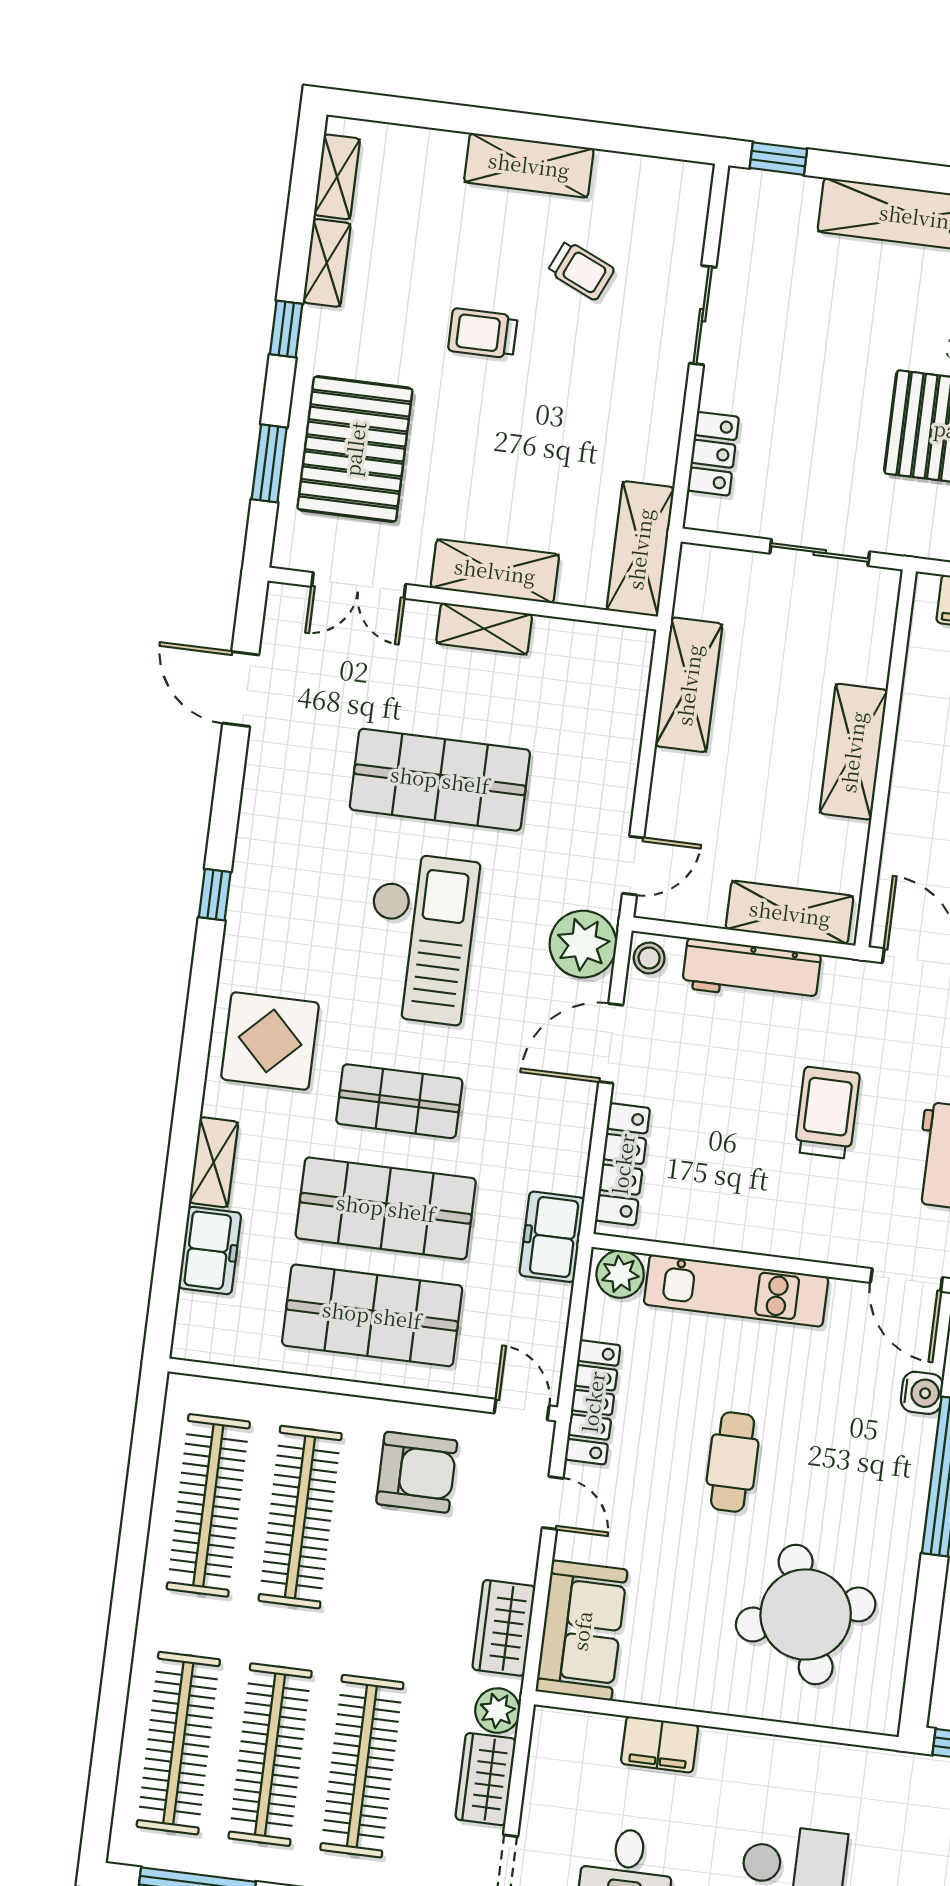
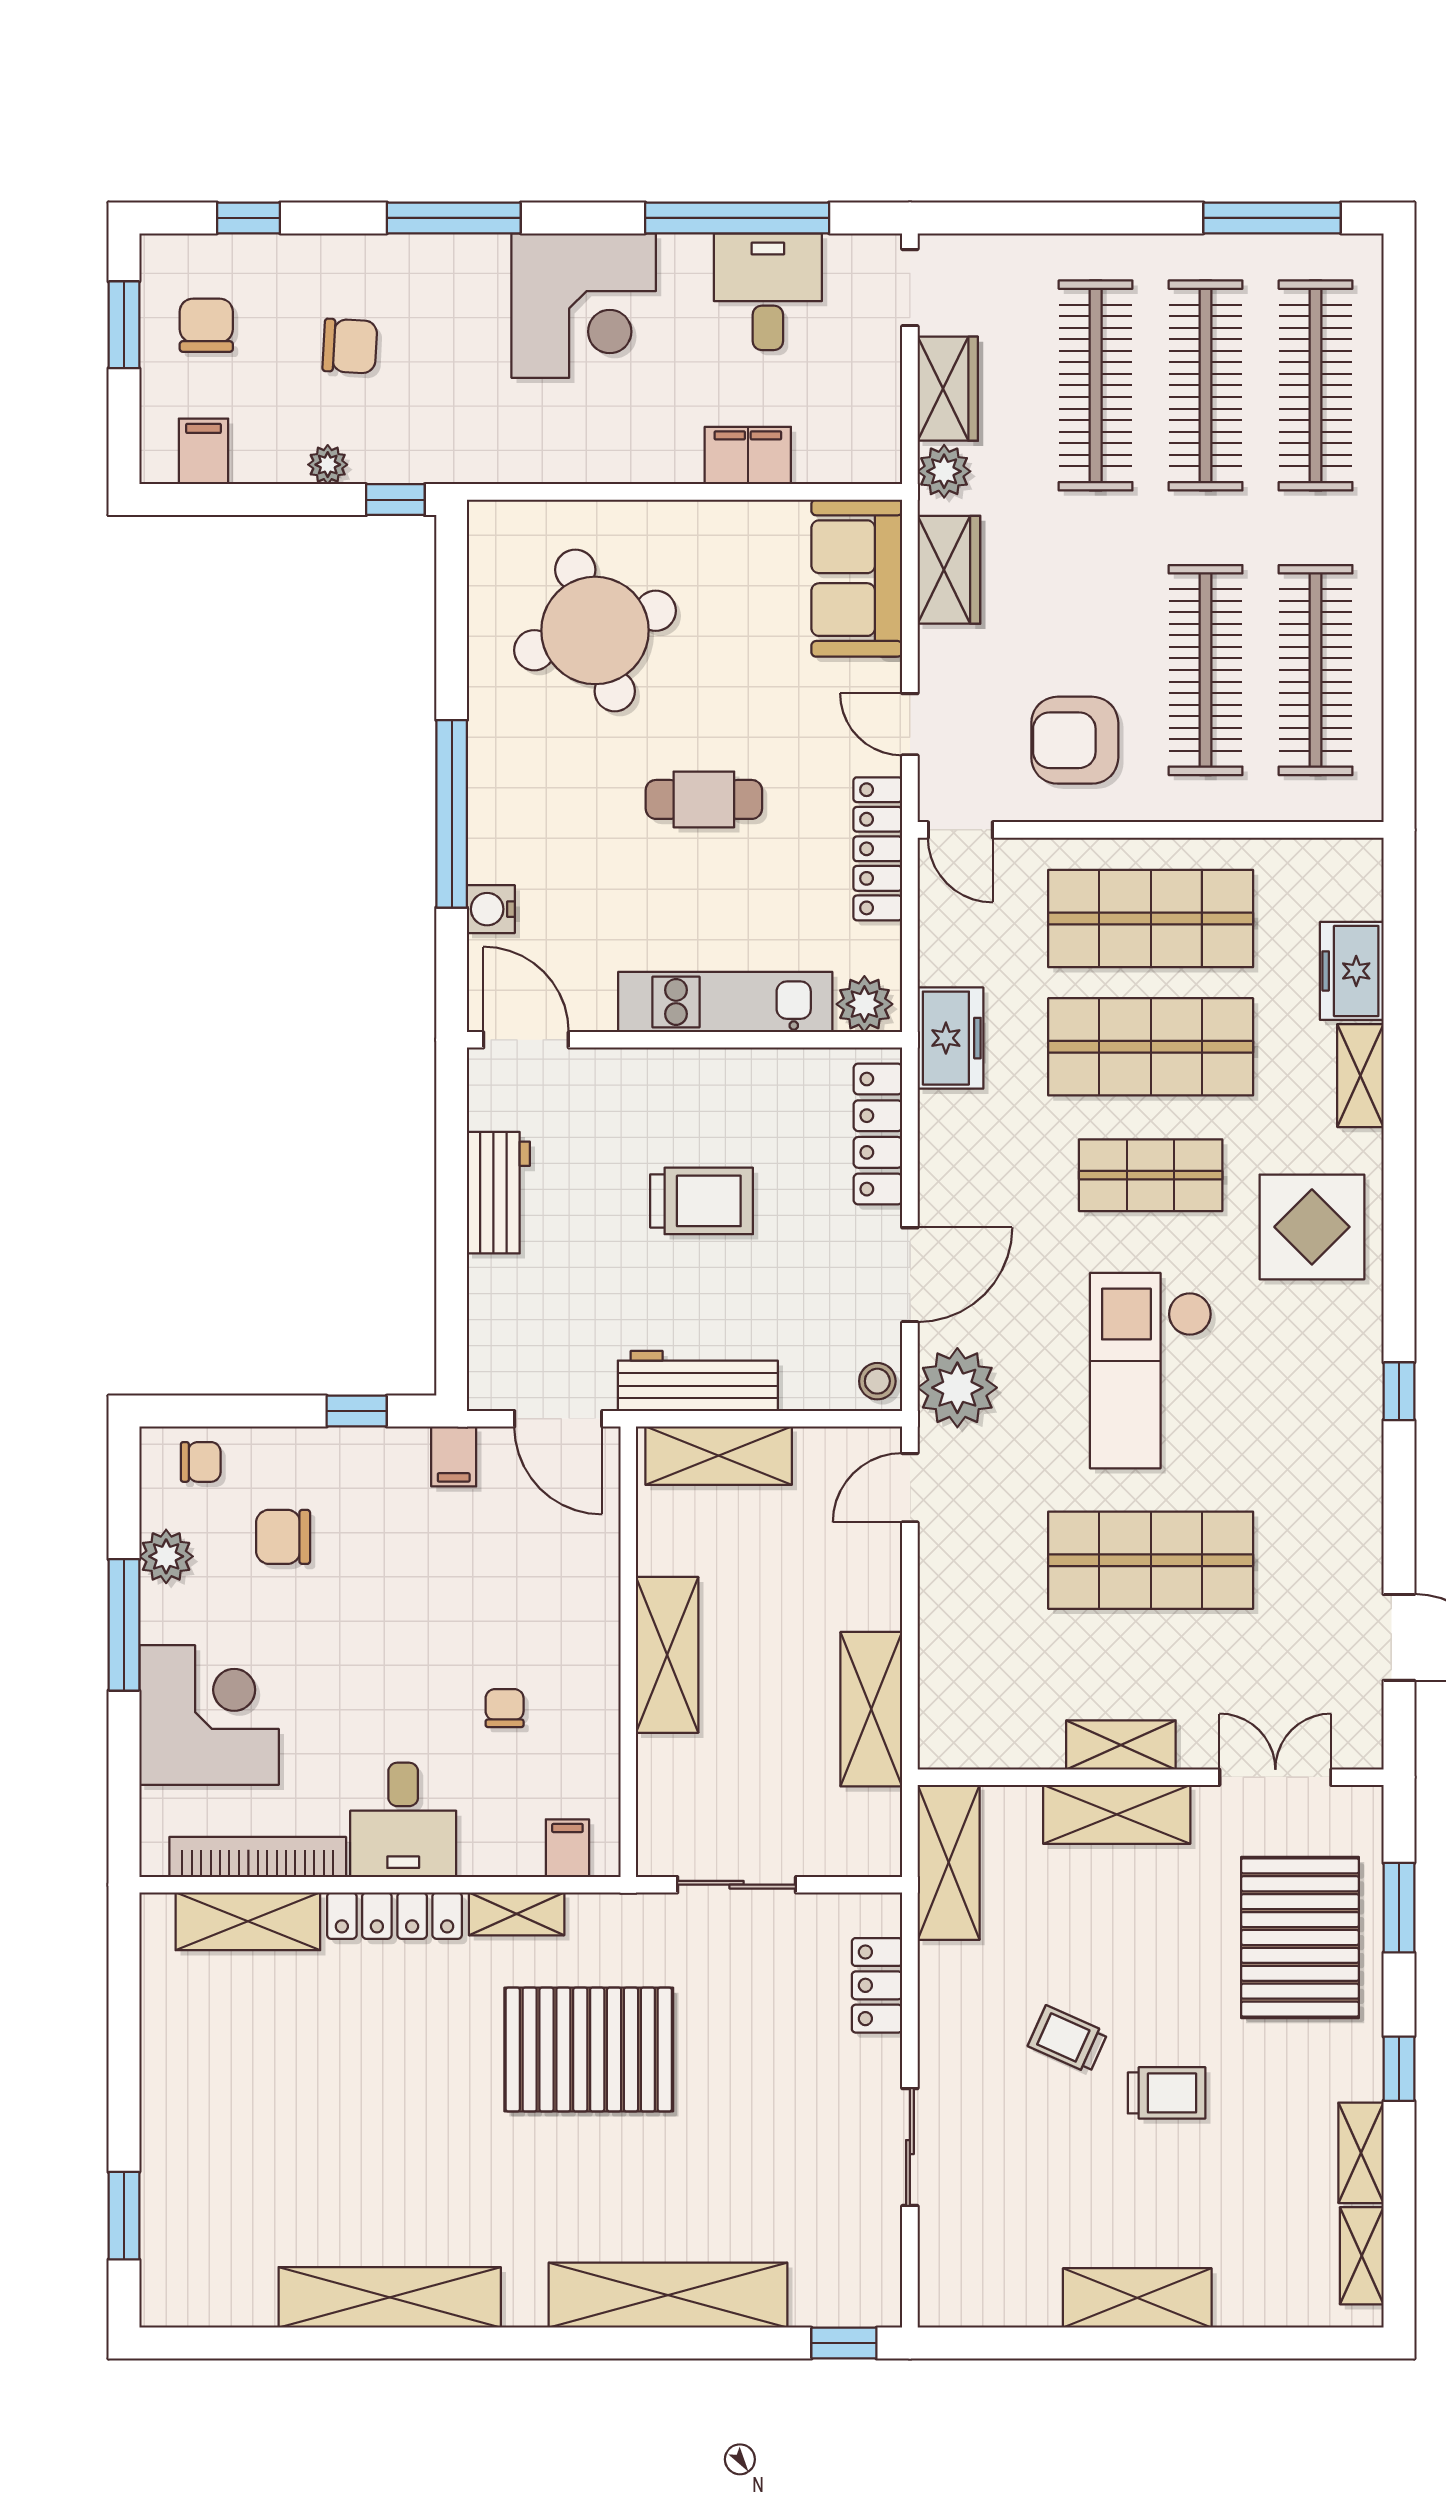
trolley: (581, 270) -> (1068, 2039), moved
workbench: (751, 971) -> (698, 1381), moved
trolley: (827, 1113) -> (702, 1201), moved, turned -90
cafe table: (733, 1462) -> (704, 799), turned 90

